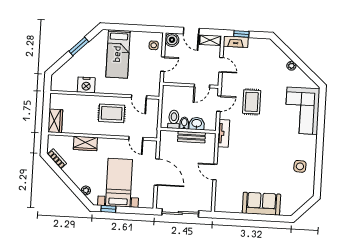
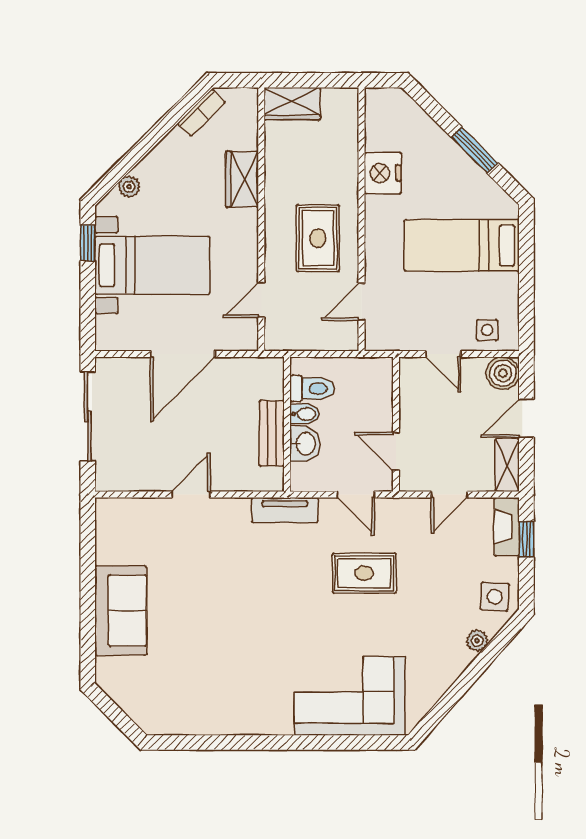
plant: (291, 66) -> (477, 641), moved
side table: (300, 166) -> (495, 597), moved

